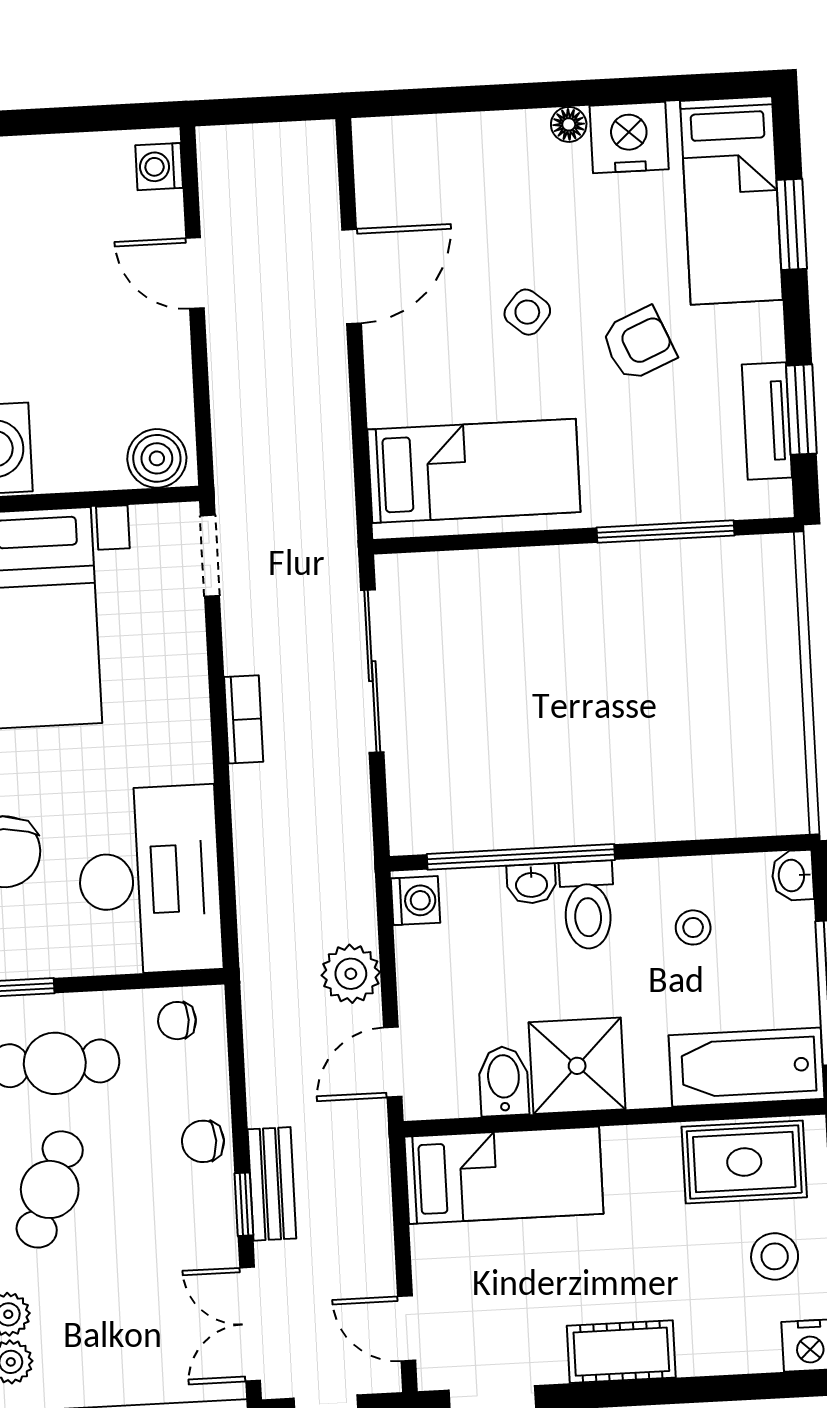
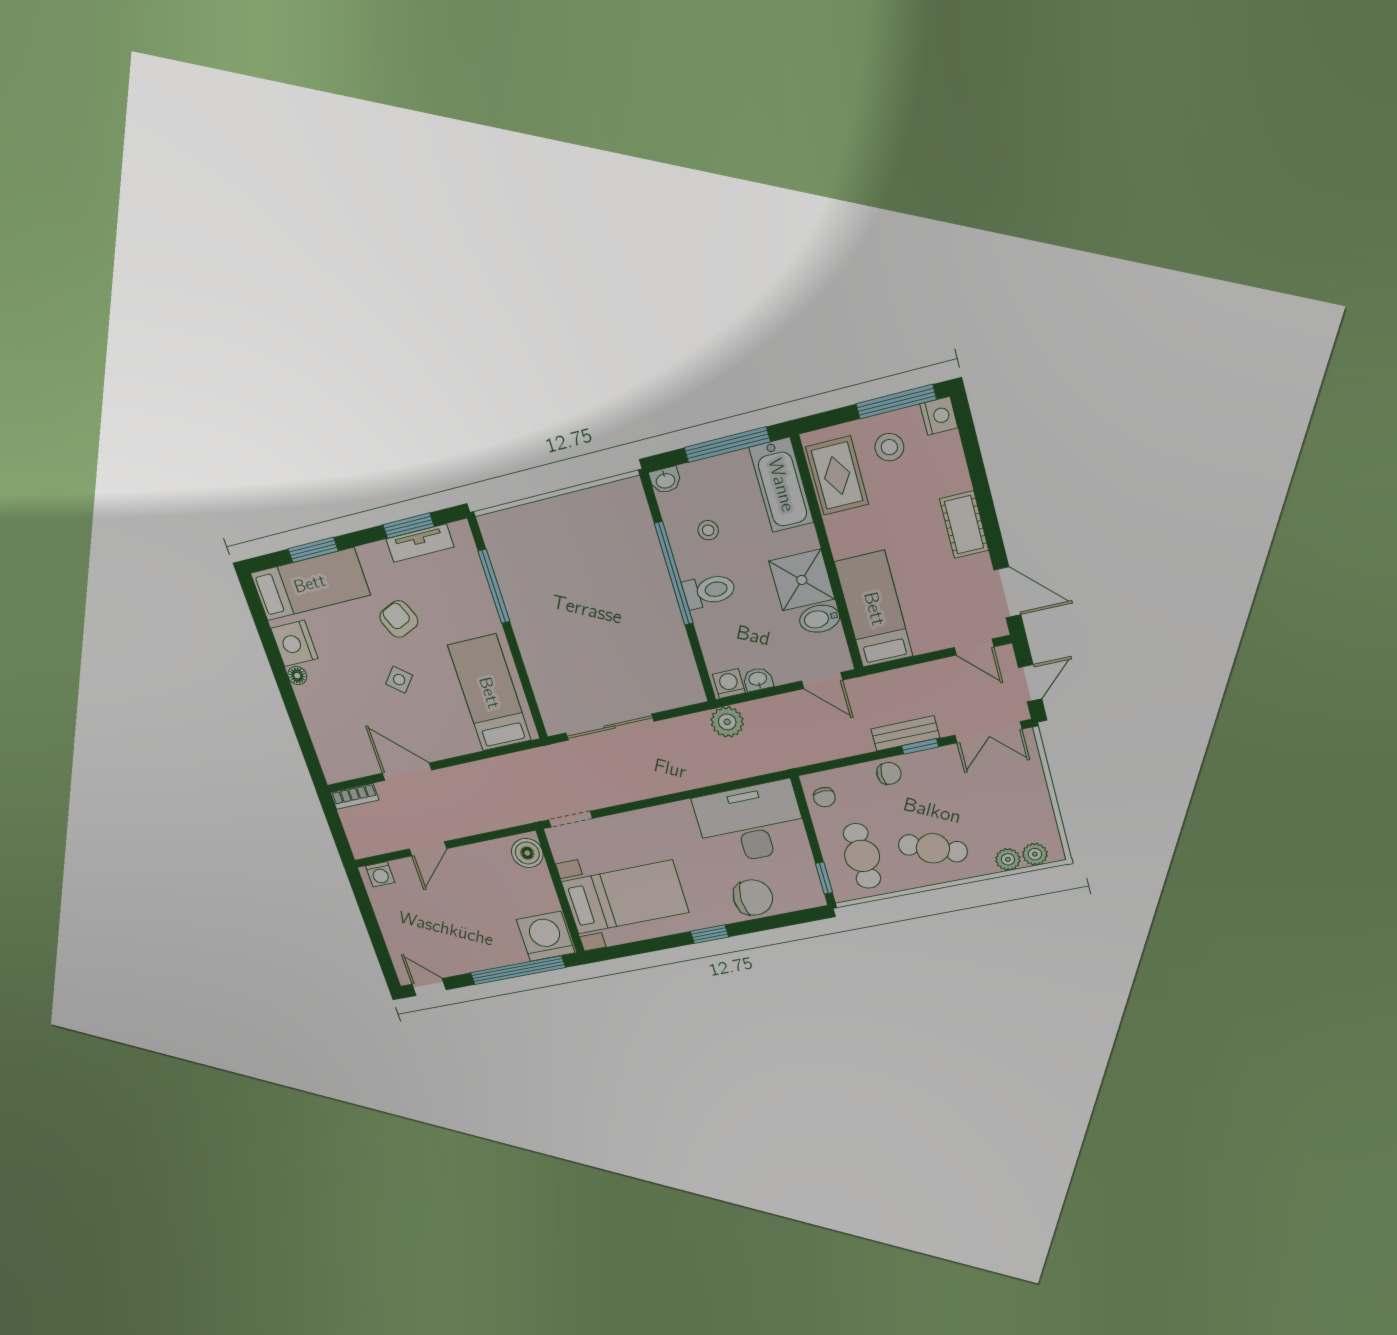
bookcase: (244, 719) -> (355, 796), moved, turned 180
window: (521, 857) -> (674, 573), moved
washbasin: (531, 884) -> (758, 679), moved, turned -90
plant: (351, 974) -> (727, 722), moved
chair: (203, 1141) -> (889, 773), turned -90
door: (407, 1328) -> (974, 647), hinge flipped

